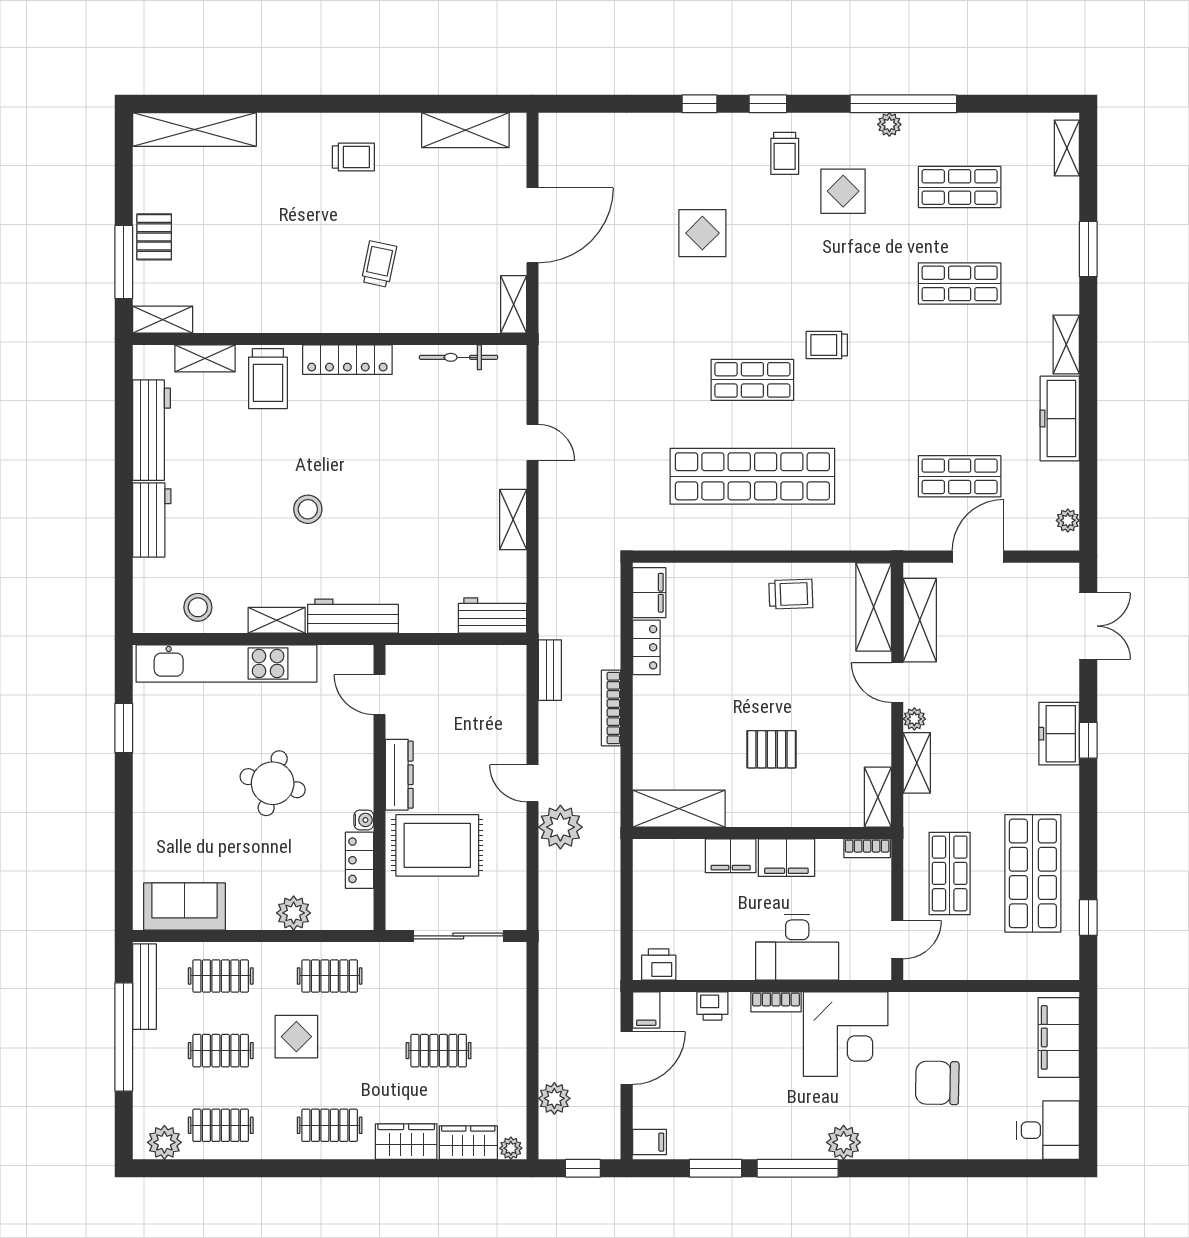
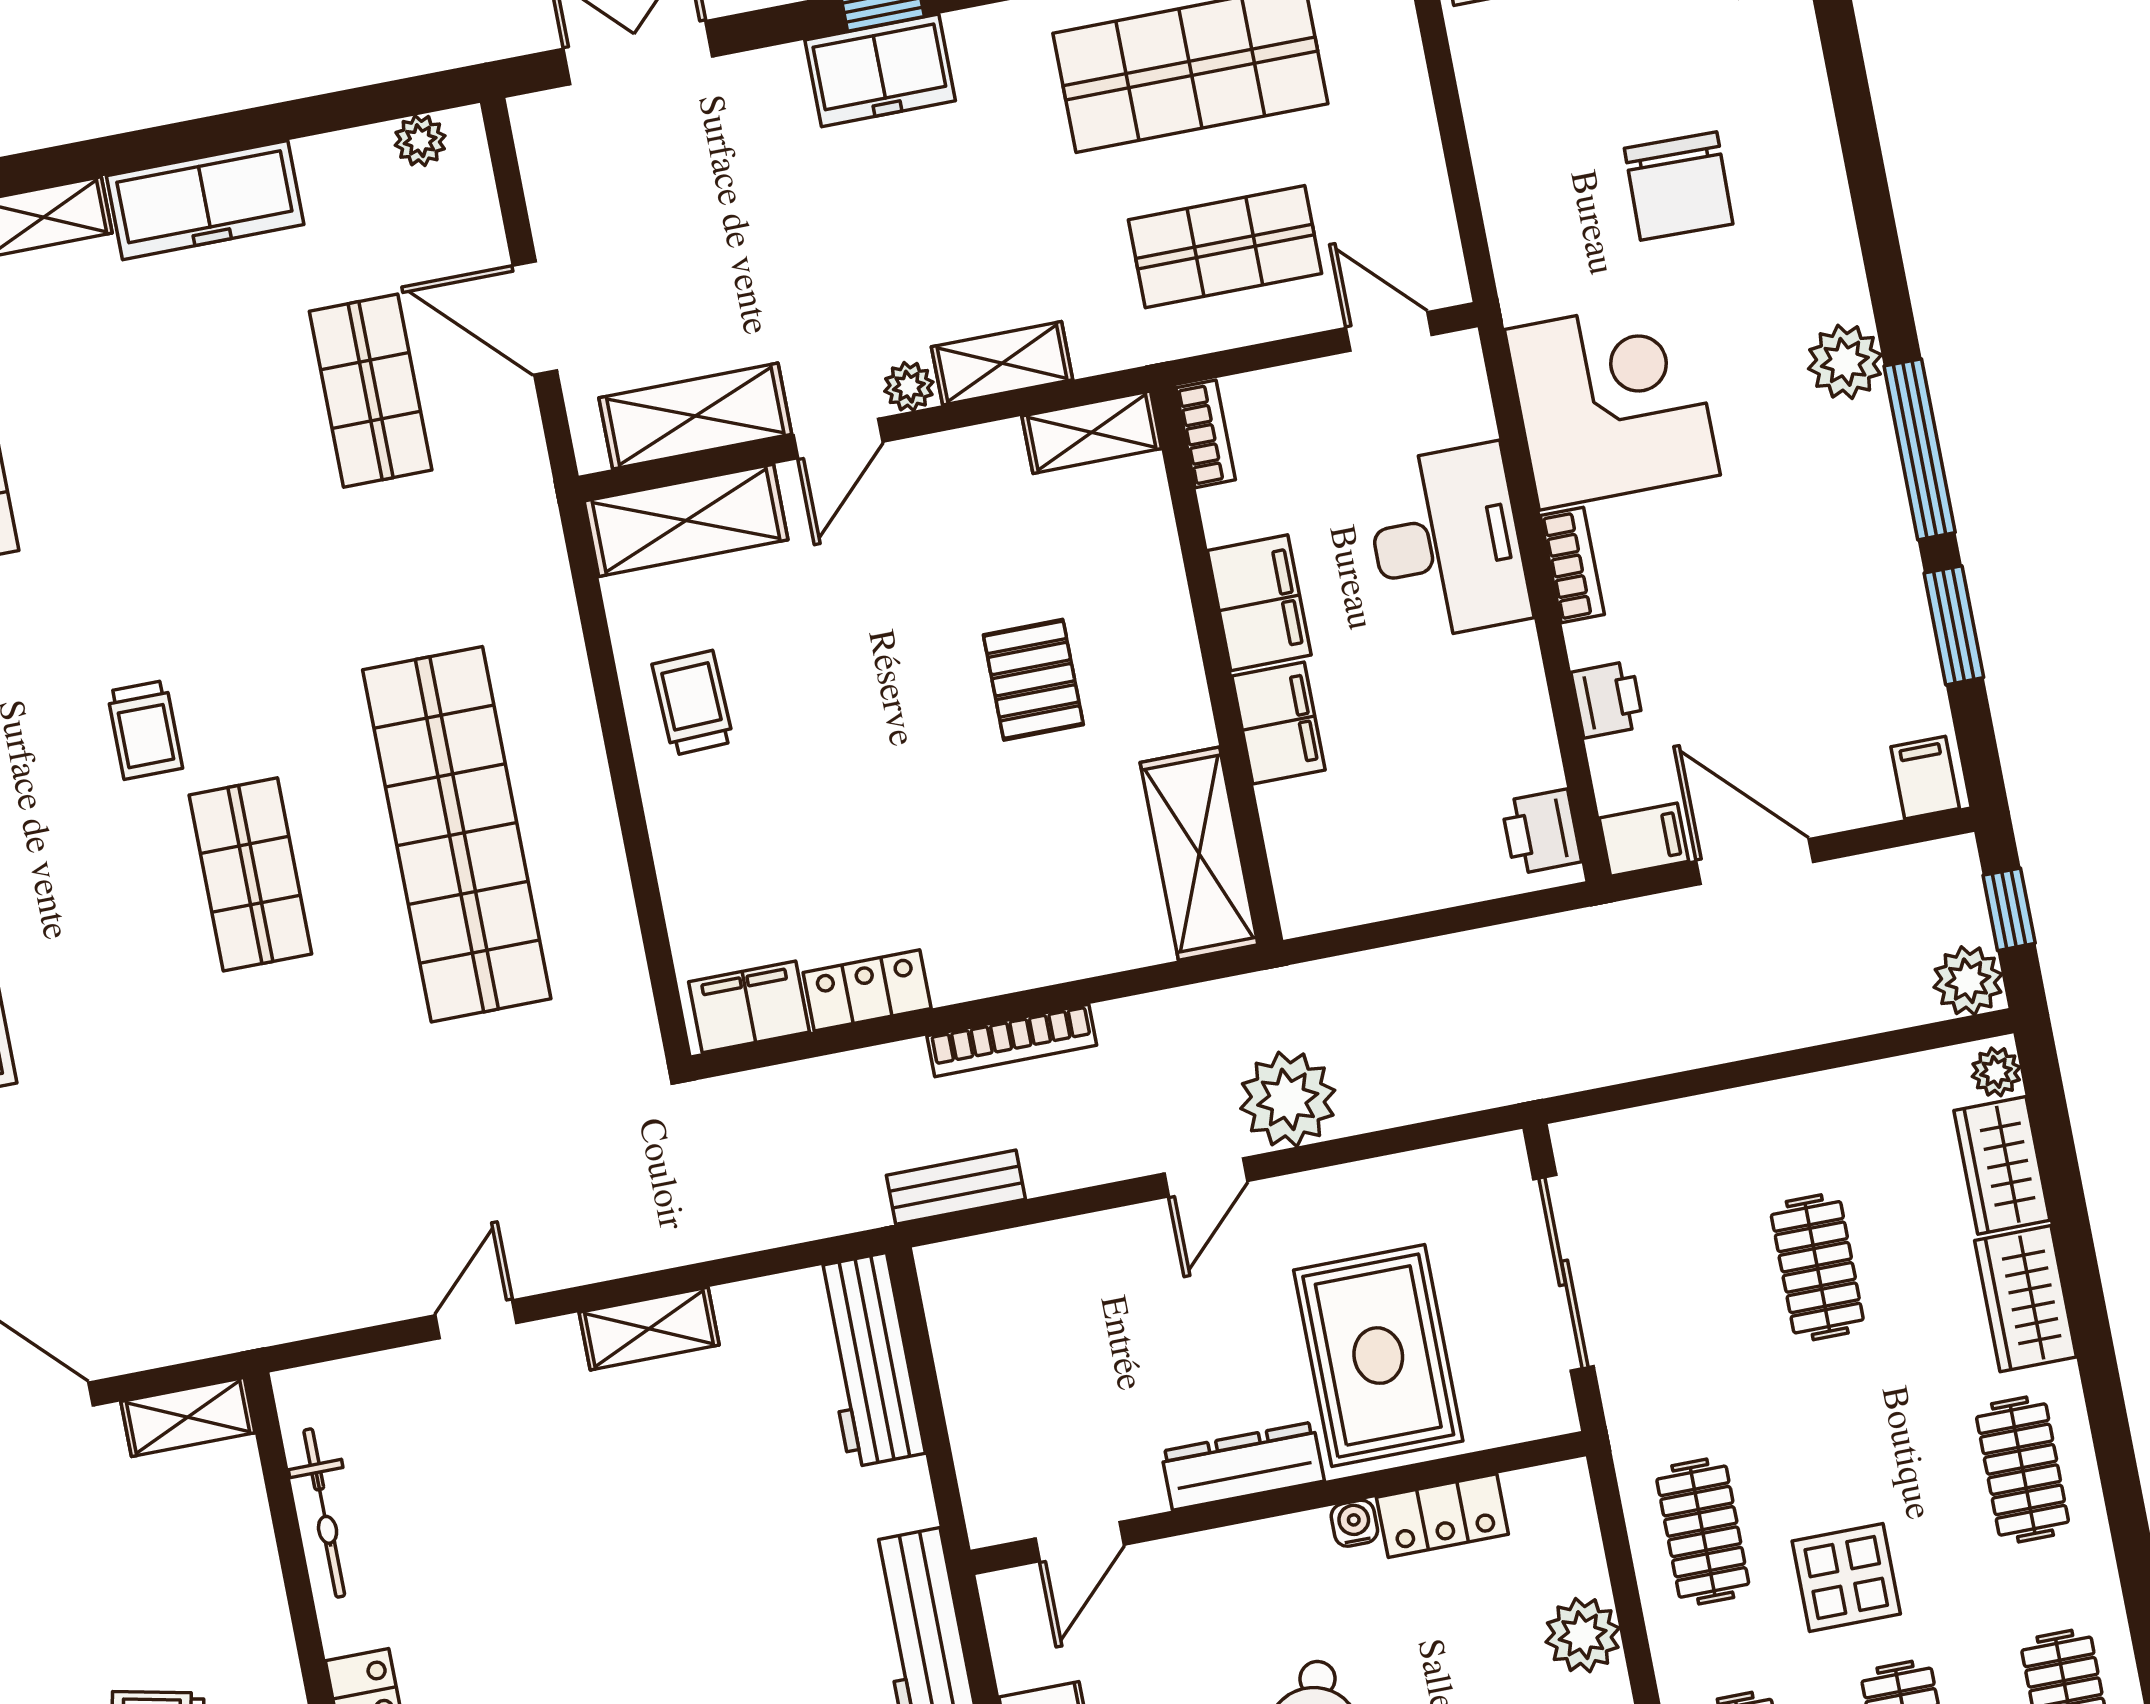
workbench: (493, 615) -> (868, 1360), width x1.38
plant: (554, 1098) -> (1968, 981), moved

